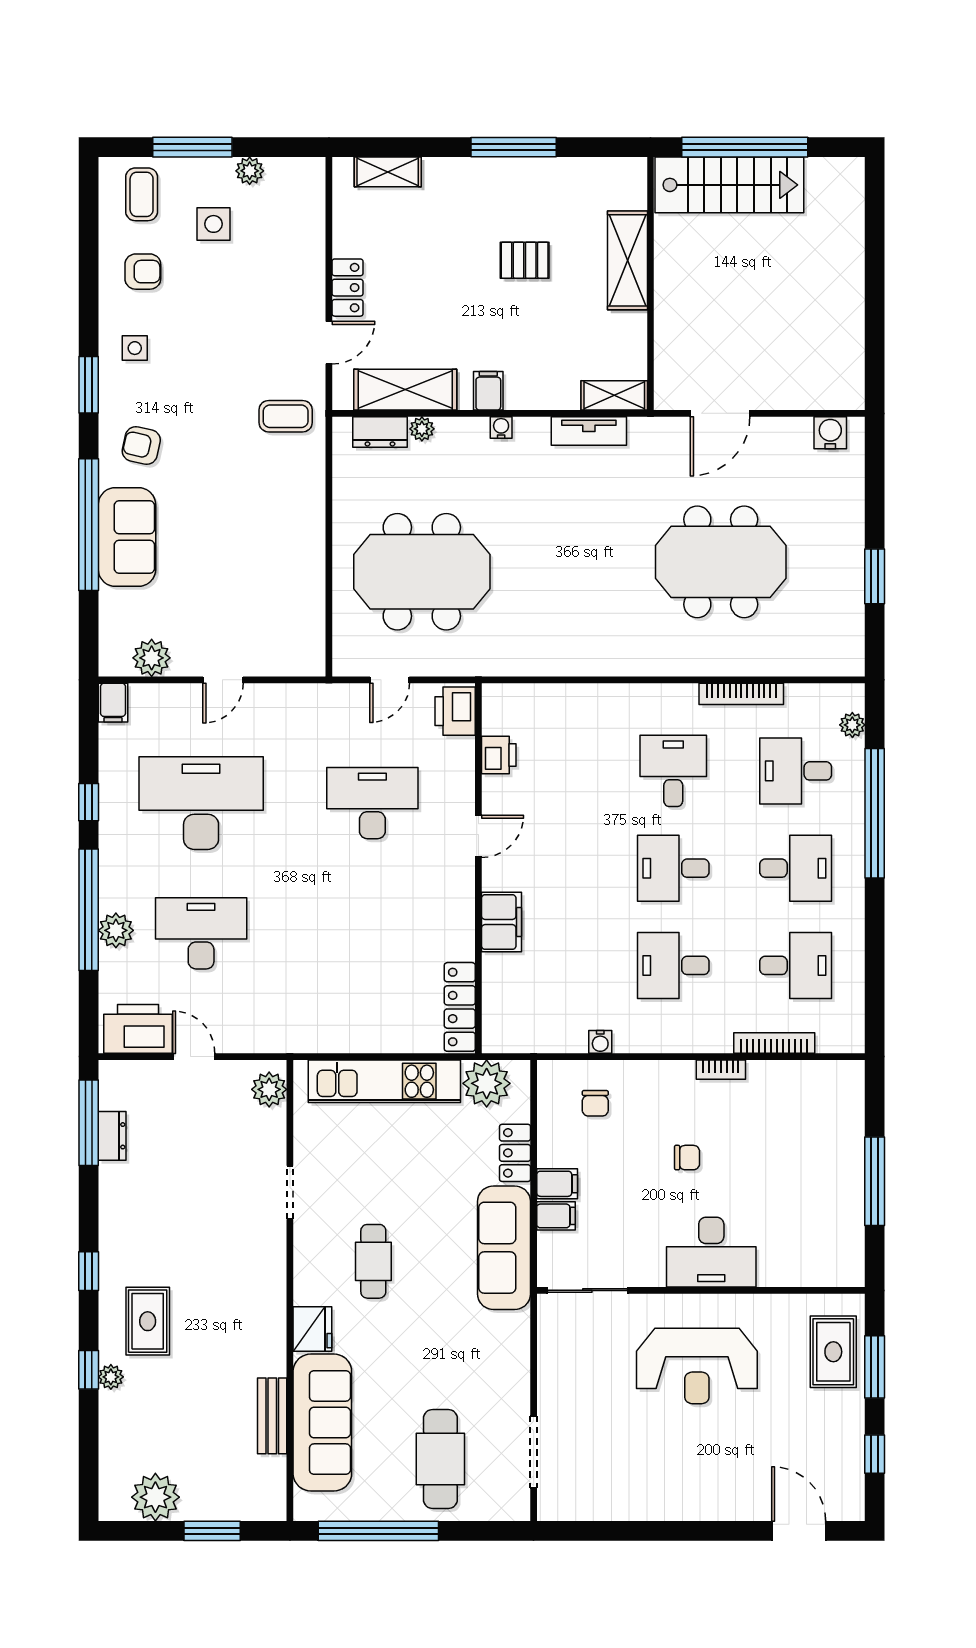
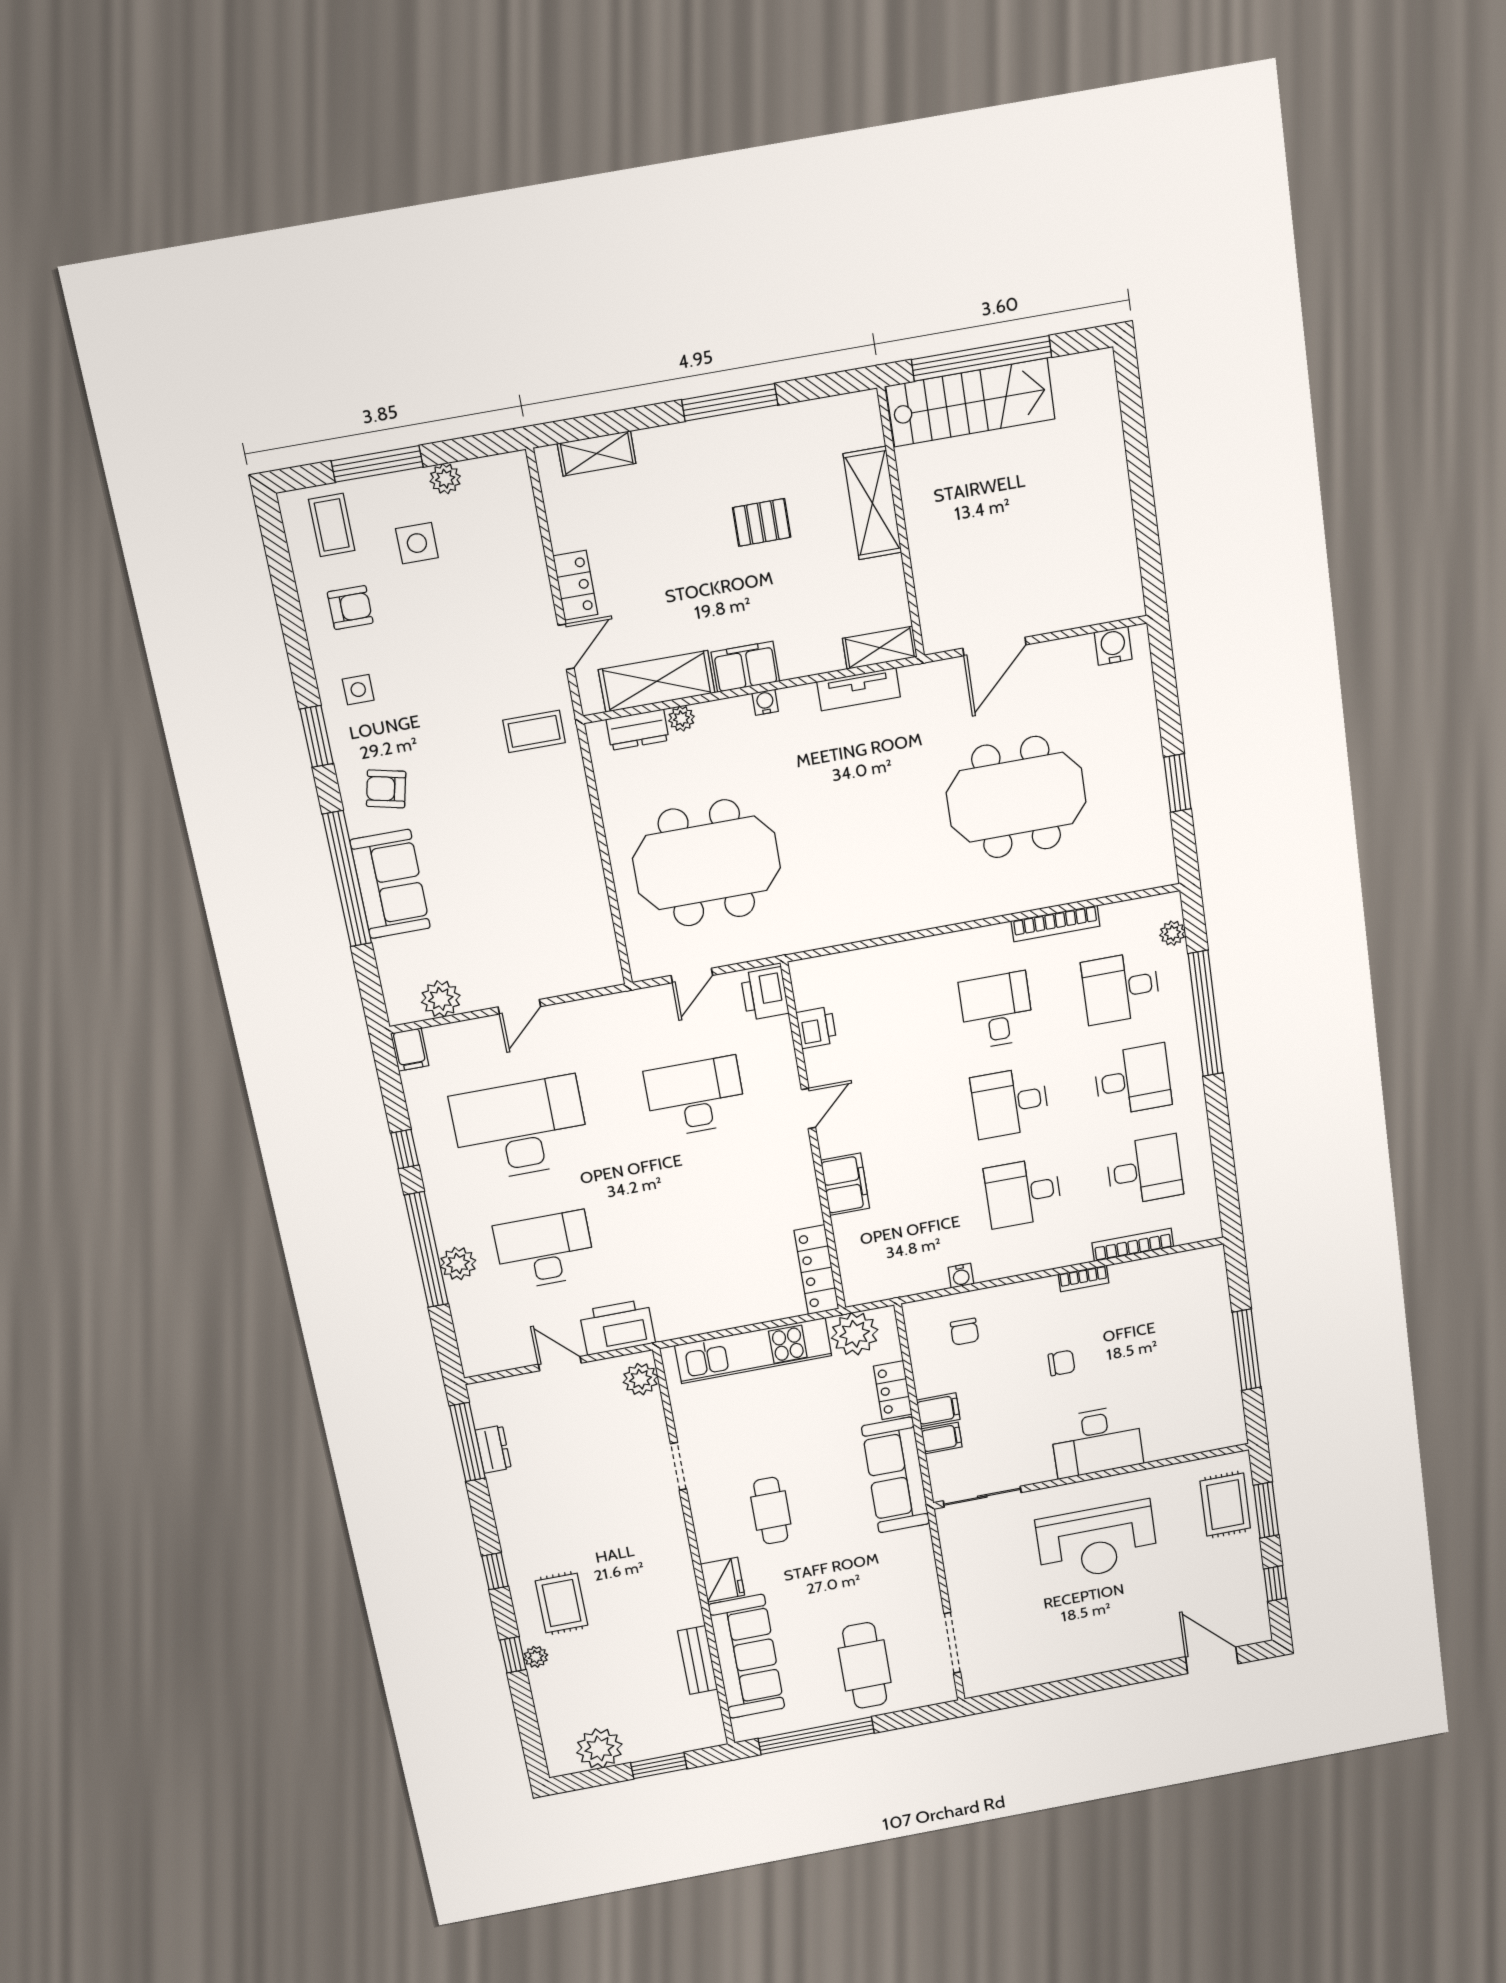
filing cabinet: (488, 391) -> (745, 667), width x2.00
printer: (138, 1029) -> (617, 1327), moved

